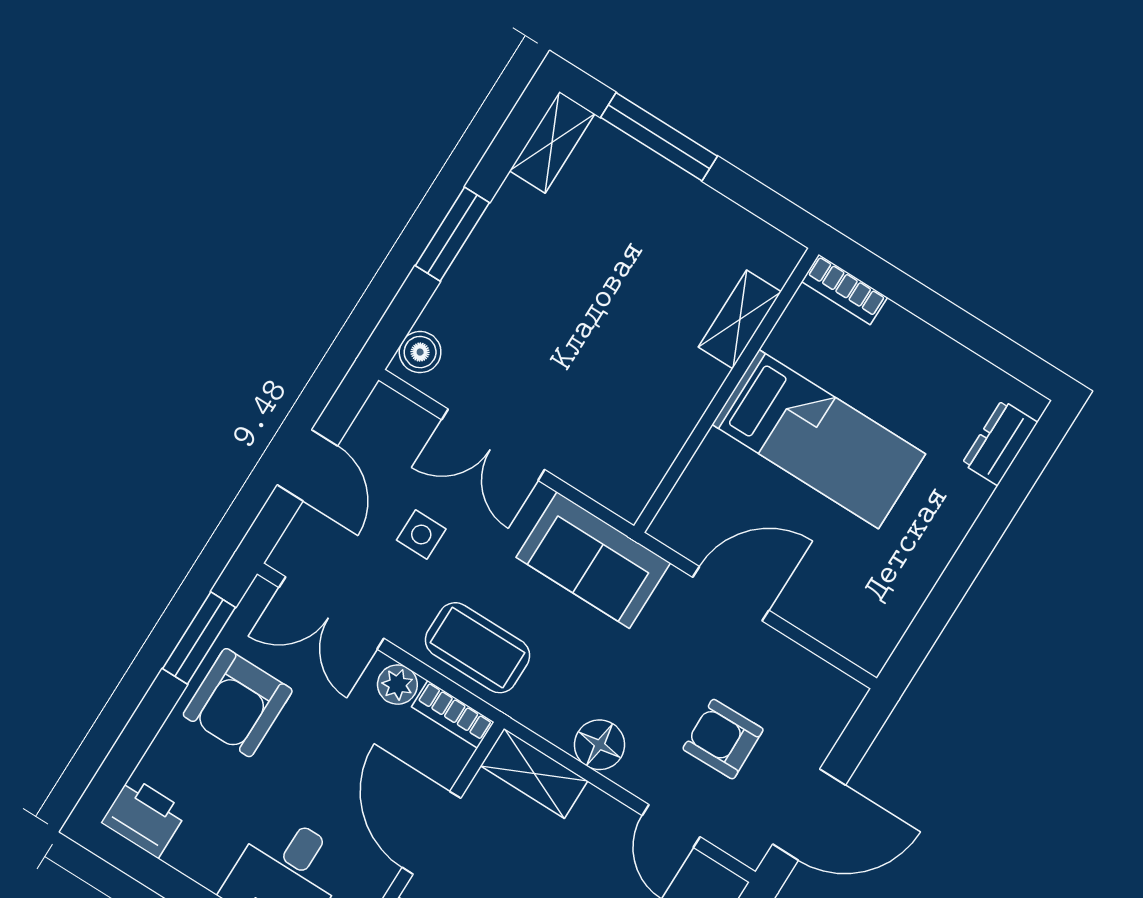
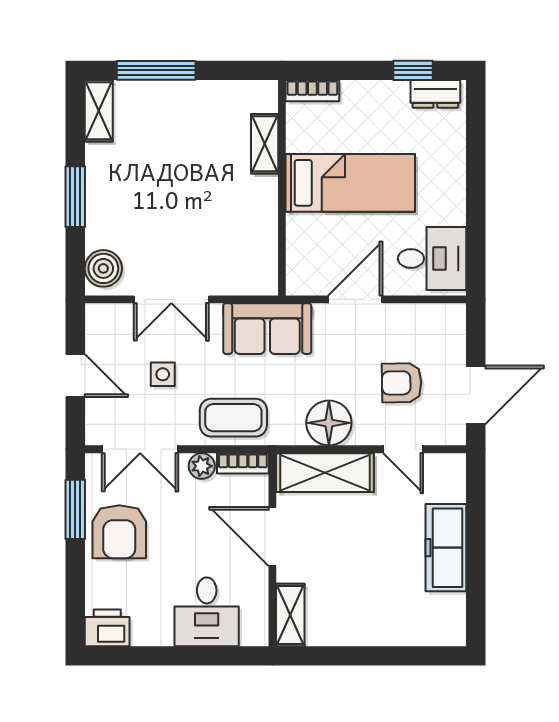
window: (991, 345) -> (413, 70), added
boiler: (420, 352) -> (103, 268), width x1.36, depth x1.36
dresser: (1000, 443) -> (435, 94), moved, turned -90
desk: (863, 603) -> (432, 259), added
floor lamp: (599, 745) -> (329, 423), width x1.38, depth x1.38
shelving: (534, 773) -> (325, 473), width x1.50, depth x1.33

